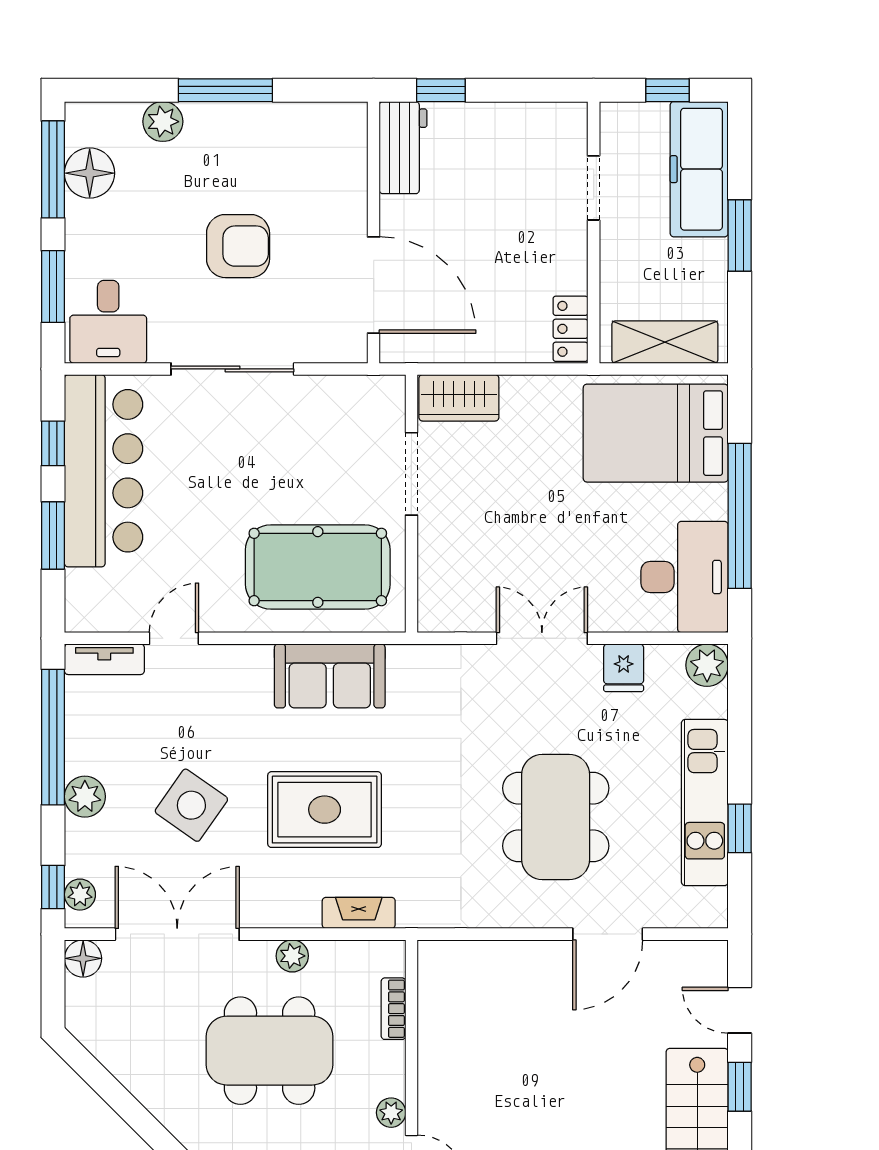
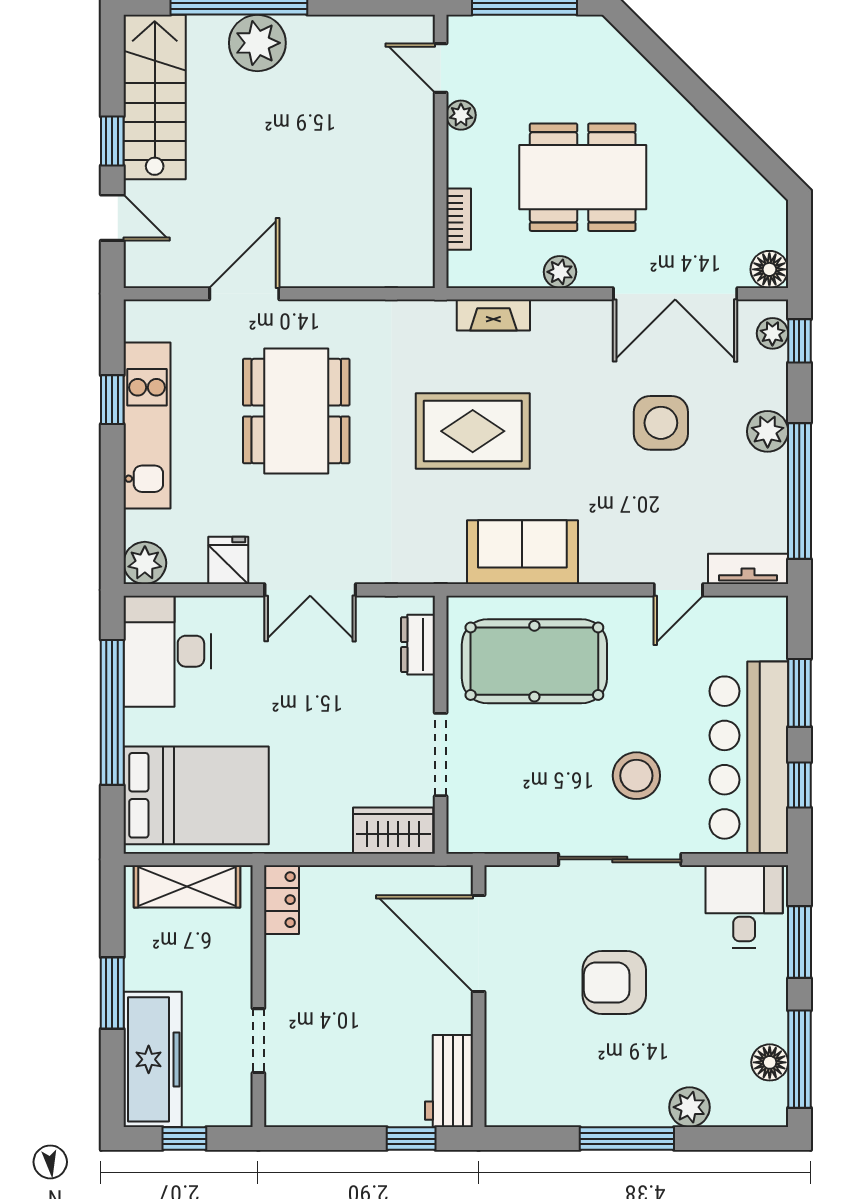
floor lamp: (90, 173) -> (770, 1062), width x0.73, depth x0.73
stool: (216, 453) -> (636, 776), added
dresser: (434, 584) -> (418, 645), added
side table: (191, 805) -> (661, 423), turned -35
rug: (325, 810) -> (473, 431), moved

